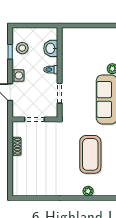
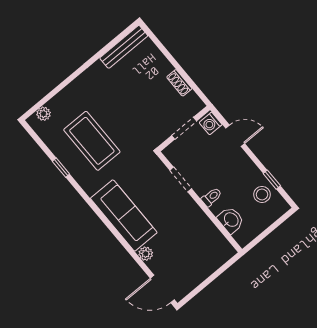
washing machine: (18, 75) -> (211, 124), moved
bench: (30, 191) -> (124, 47), added
plant: (88, 191) -> (44, 114), moved

